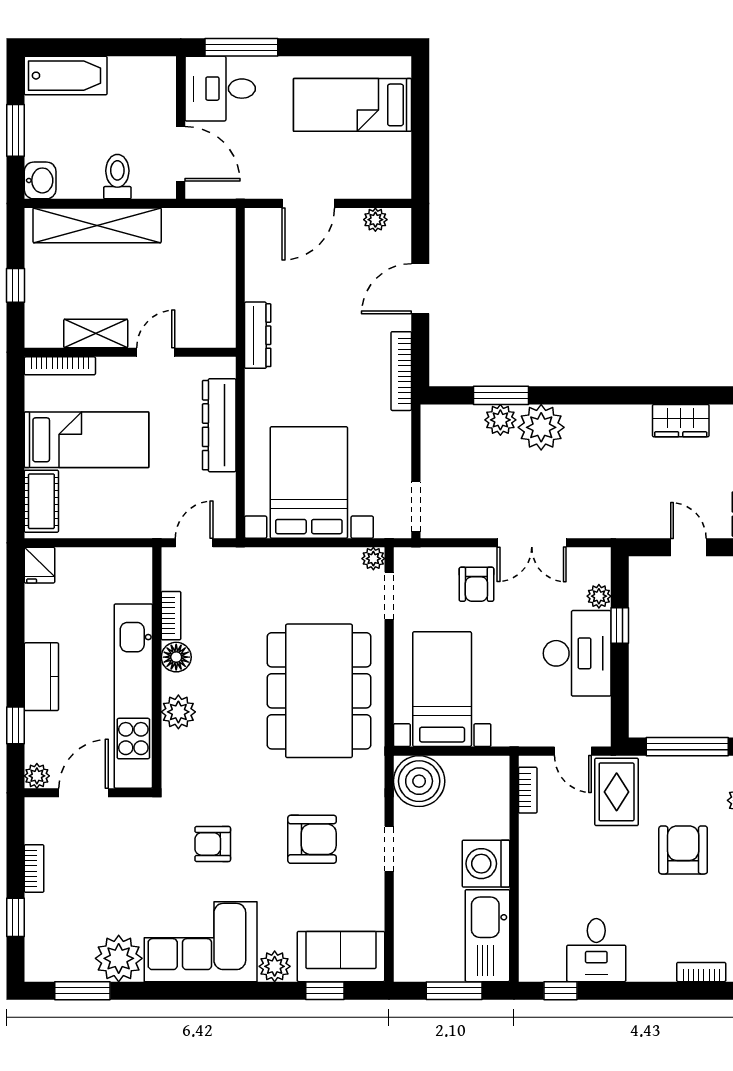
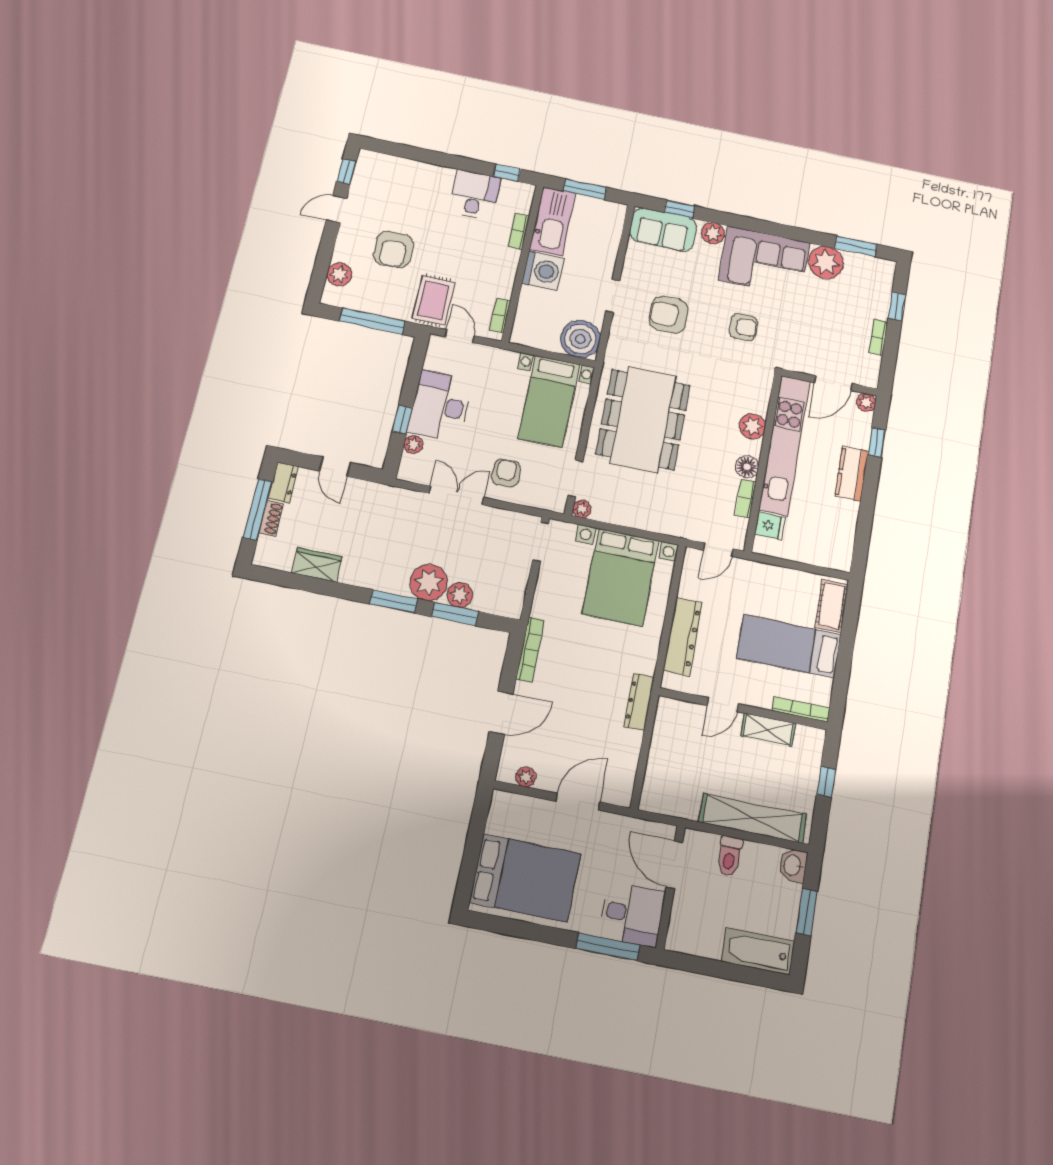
bed: (352, 105) -> (525, 878), width x1.50
window: (578, 395) -> (394, 601), added
fridge: (39, 565) -> (770, 526), moved, turned 90
bookcase: (701, 972) -> (519, 231), moved, turned 90

